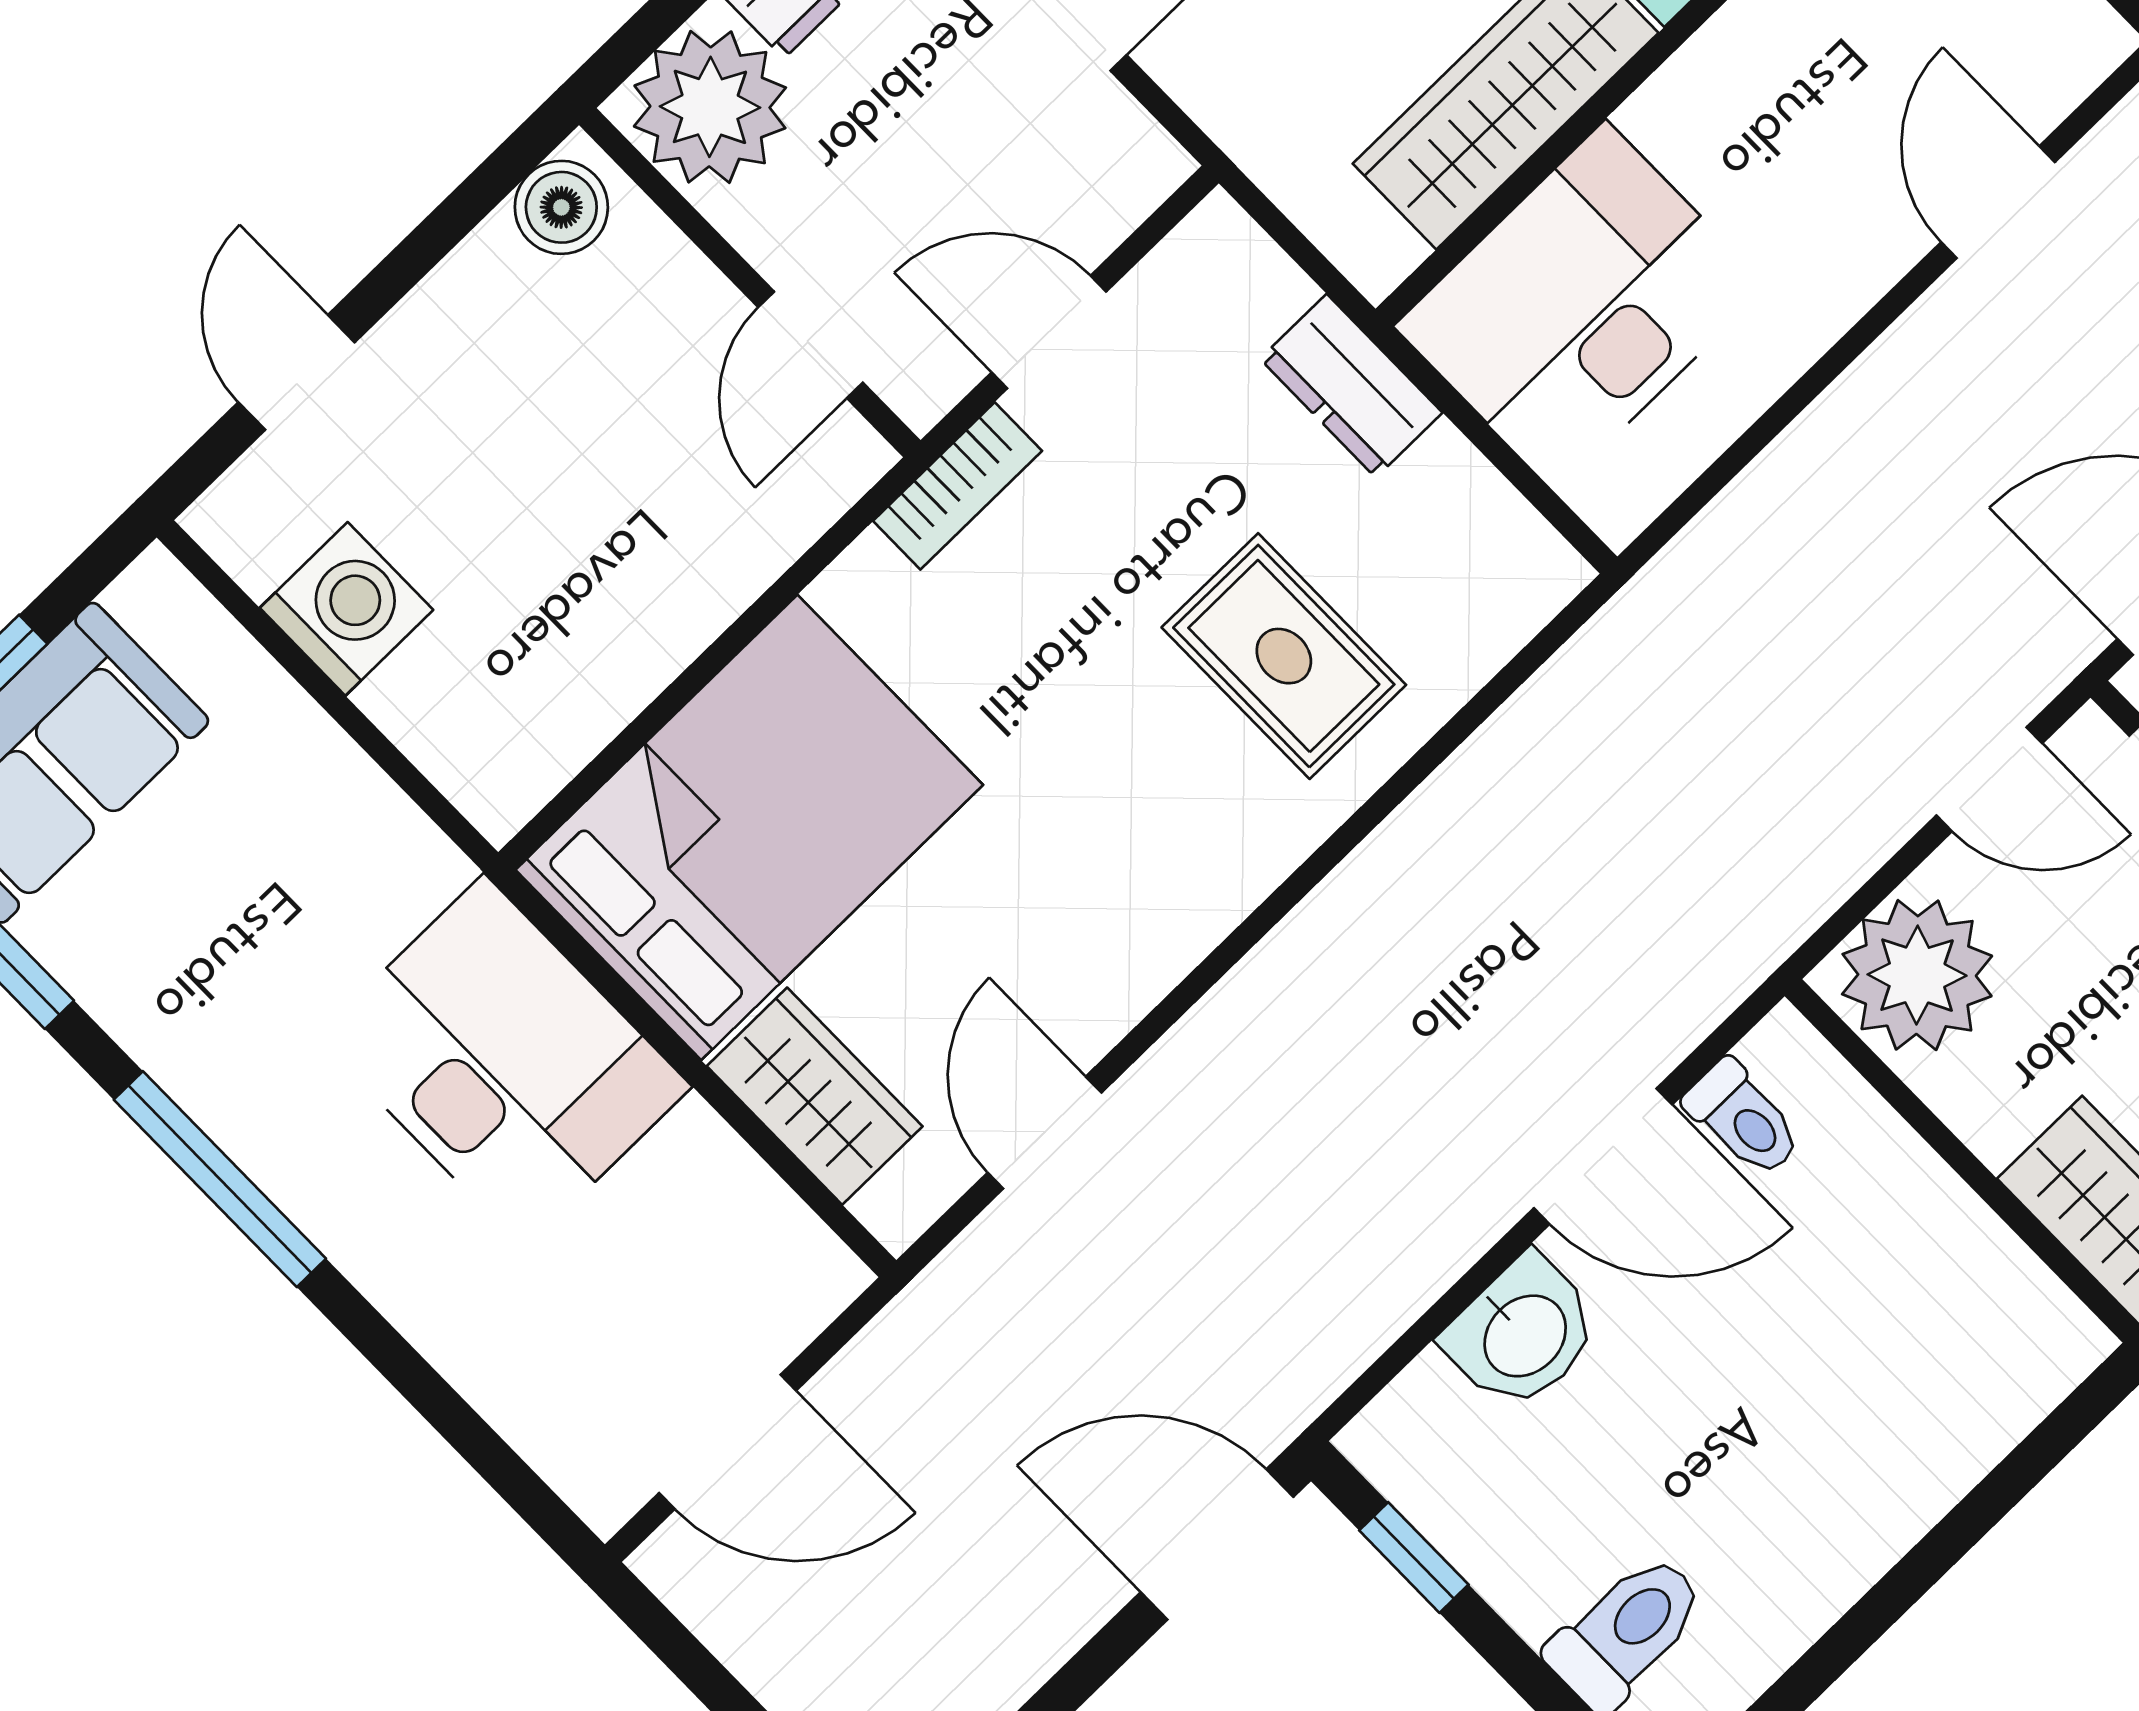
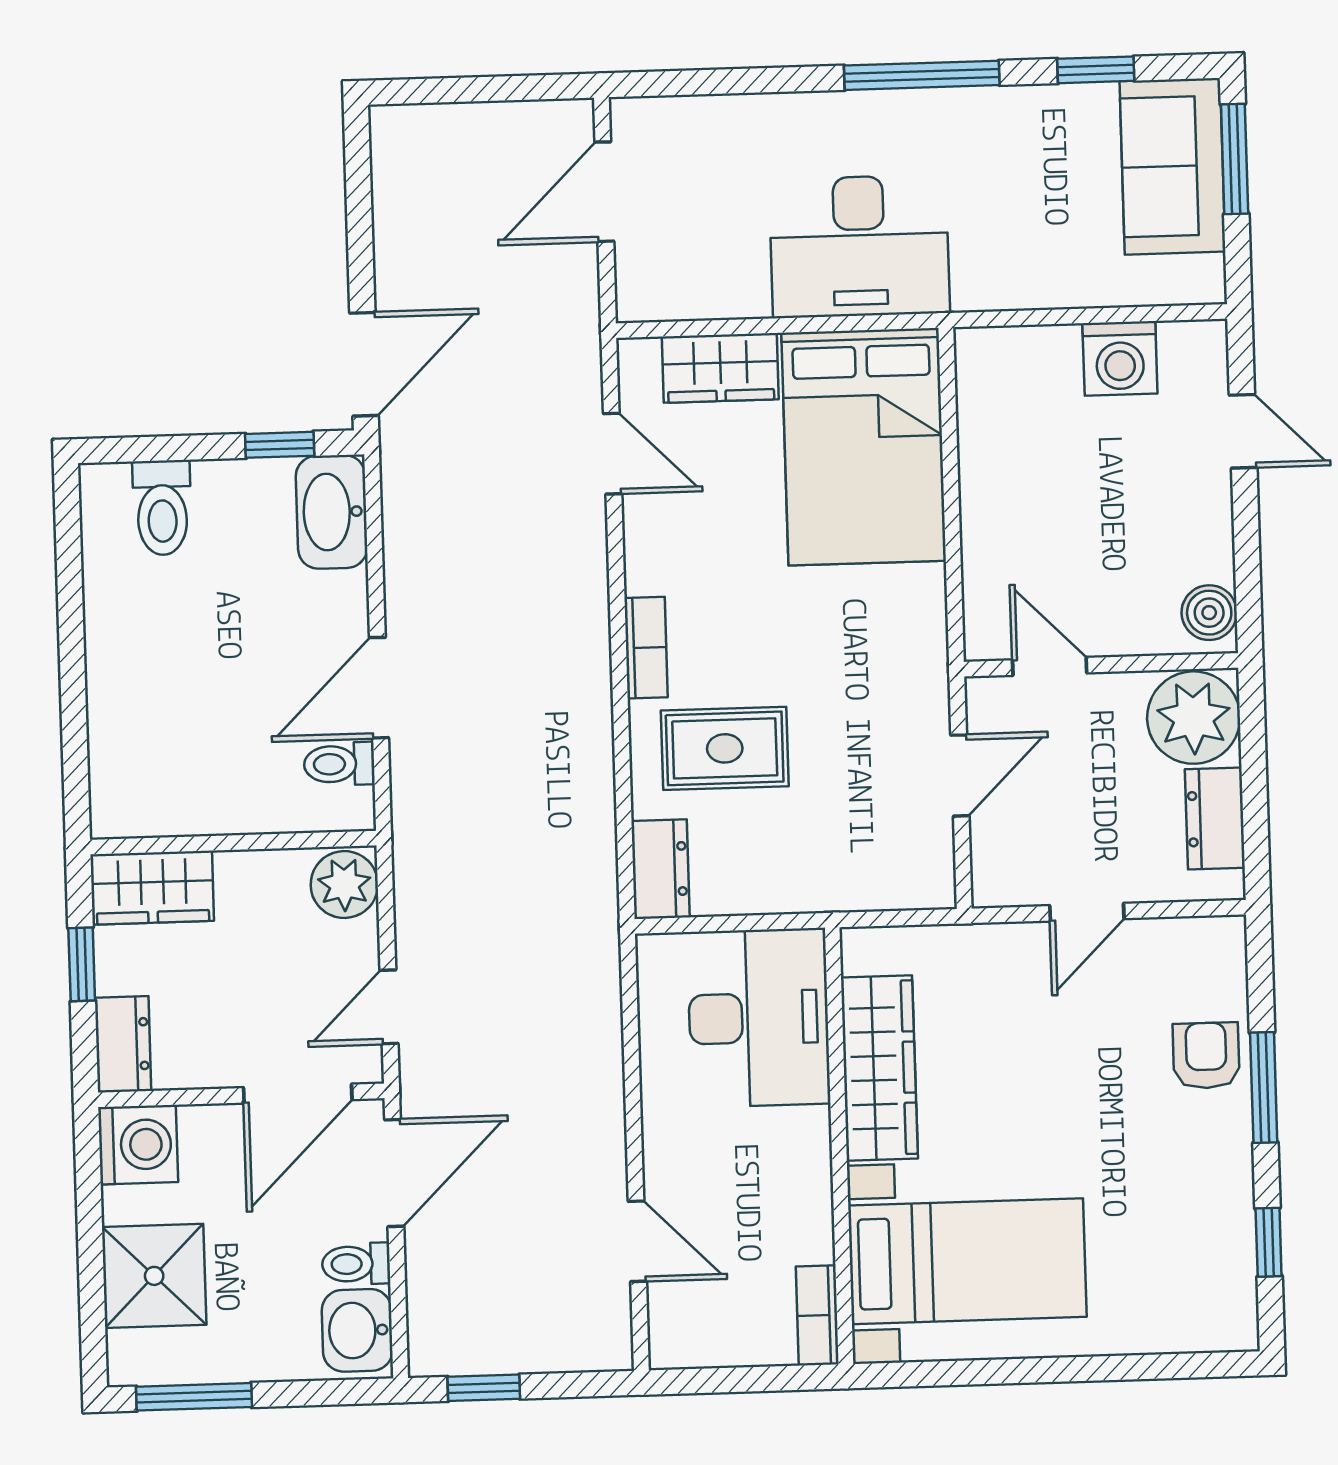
dresser: (1351, 386) -> (660, 869), moved, turned 90
bookcase: (957, 486) -> (646, 648), moved, turned 180
plant: (1917, 975) -> (344, 885), width x0.73, depth x0.73
washbasin: (1523, 1333) -> (332, 512), moved, width x1.38

